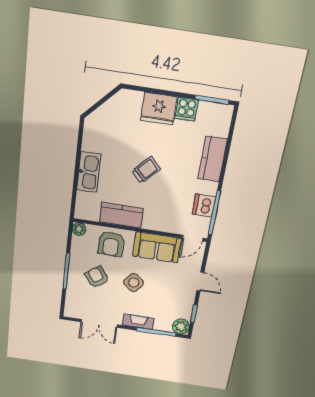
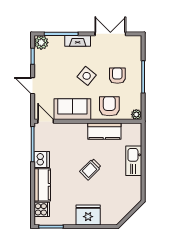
cooker: (187, 109) -> (42, 209), moved, turned 90
dishwasher: (204, 205) -> (42, 159), moved
door: (193, 238) -> (46, 121), hinge flipped
armchair: (97, 277) -> (117, 76), turned -145

